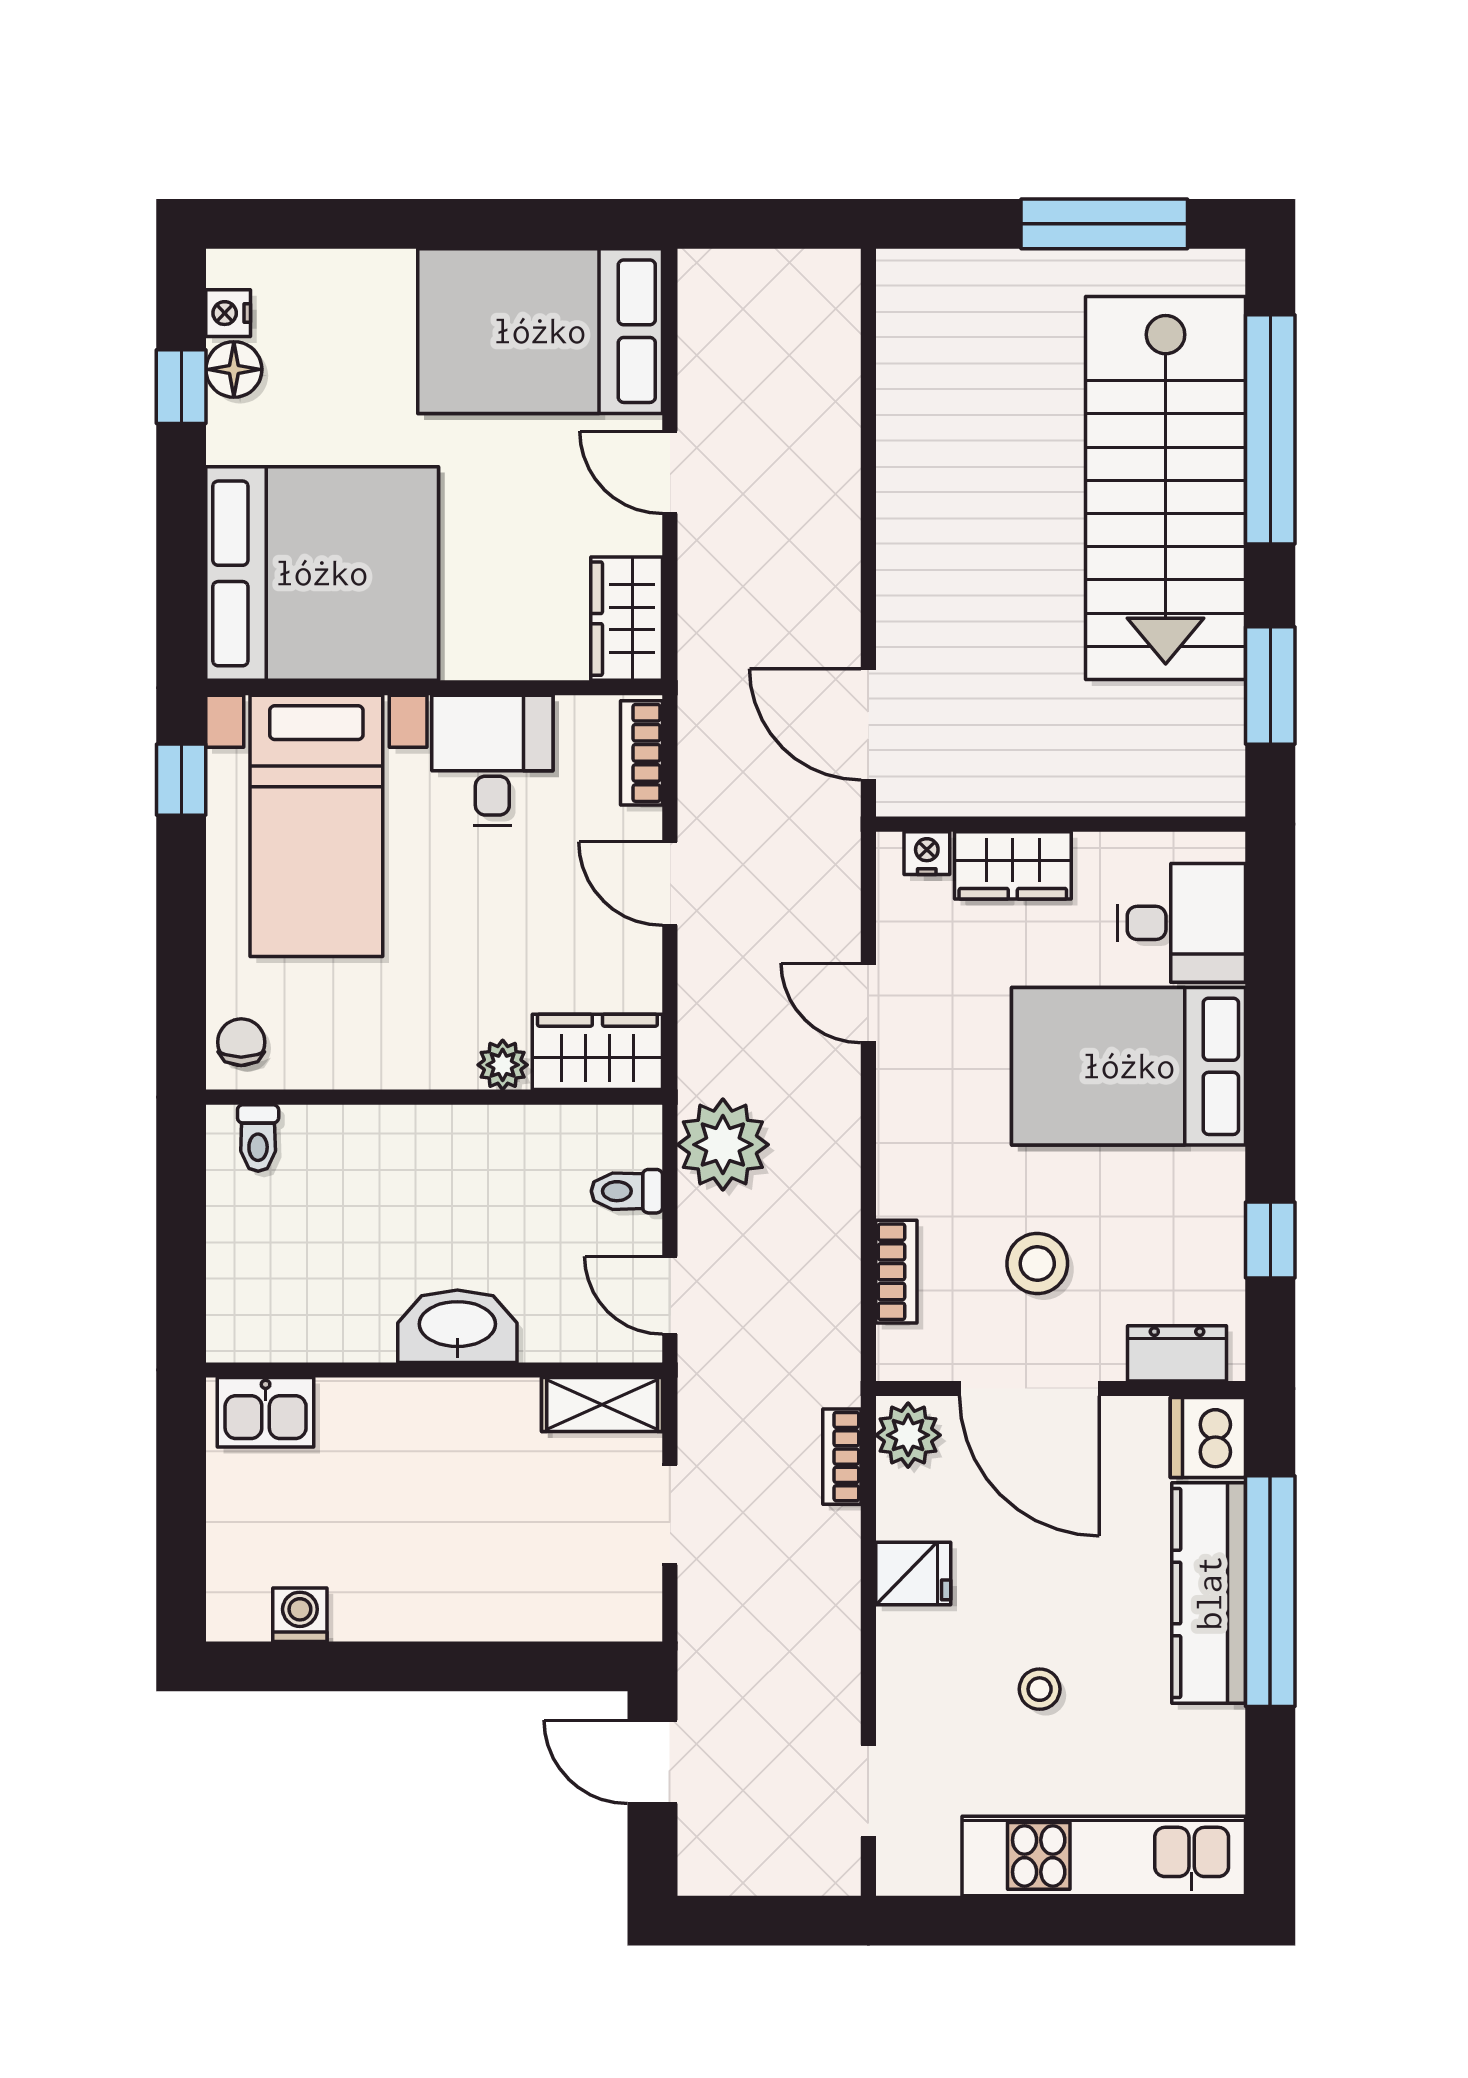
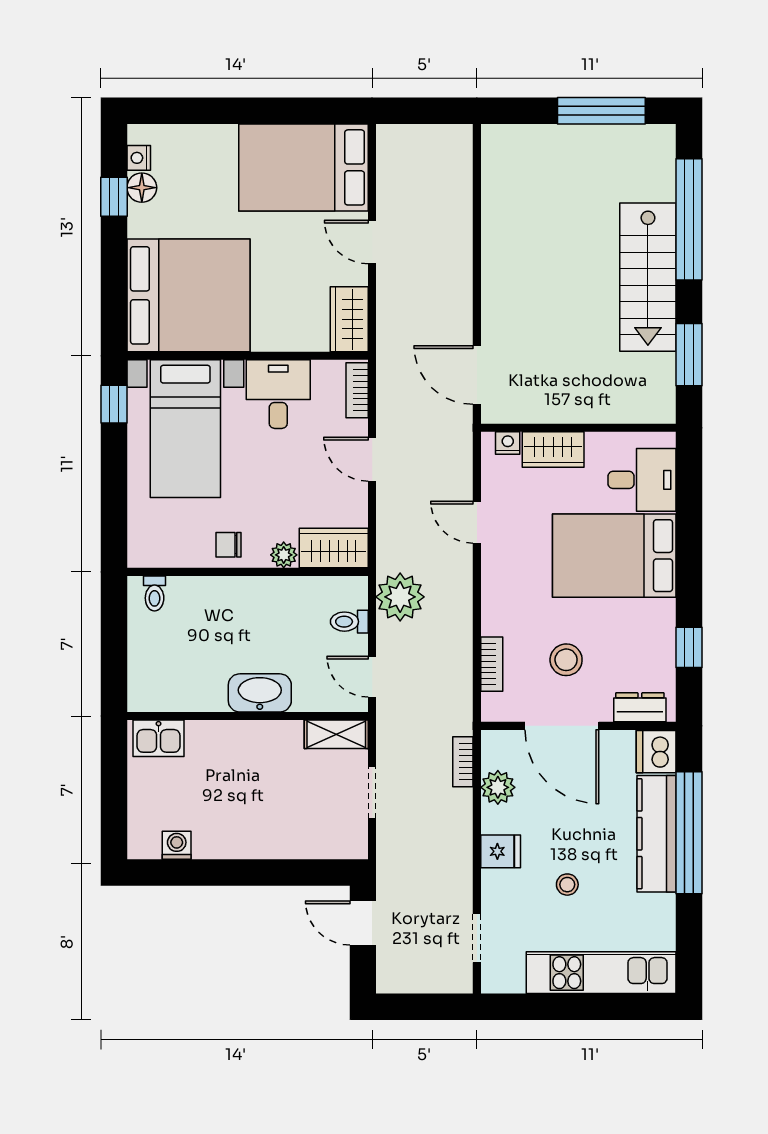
stairs: (1166, 488) -> (648, 277), width x0.73, depth x0.66
chair: (241, 1042) -> (228, 545), moved, turned -90
plant: (908, 1435) -> (498, 787), moved
fridge: (913, 1574) -> (501, 851), moved

